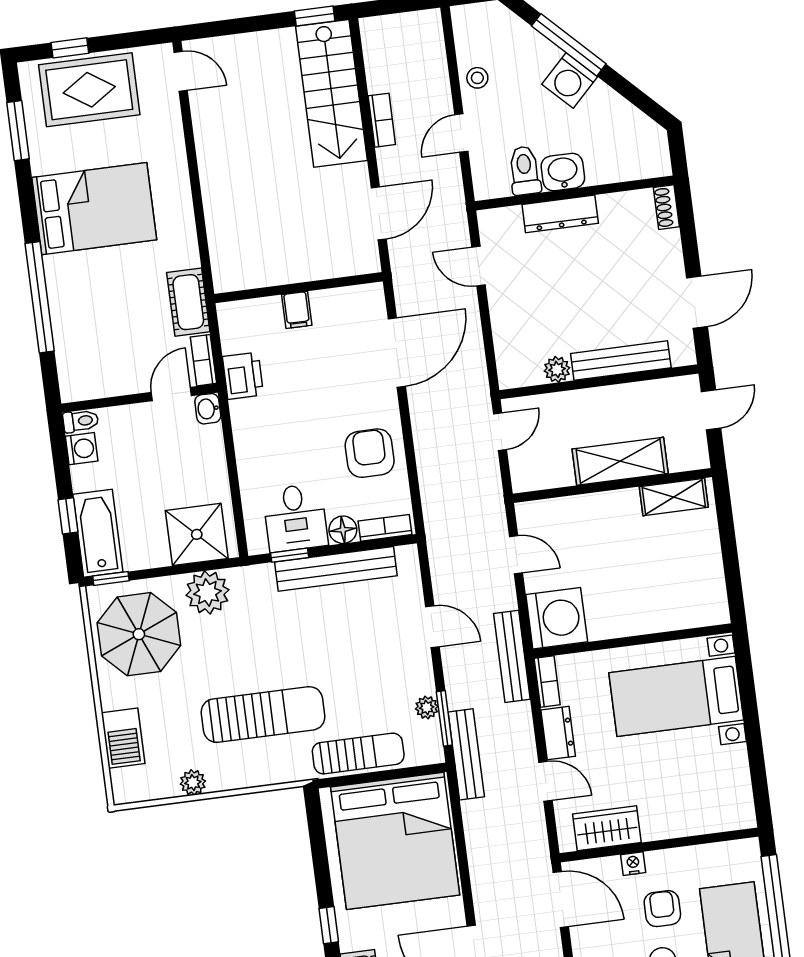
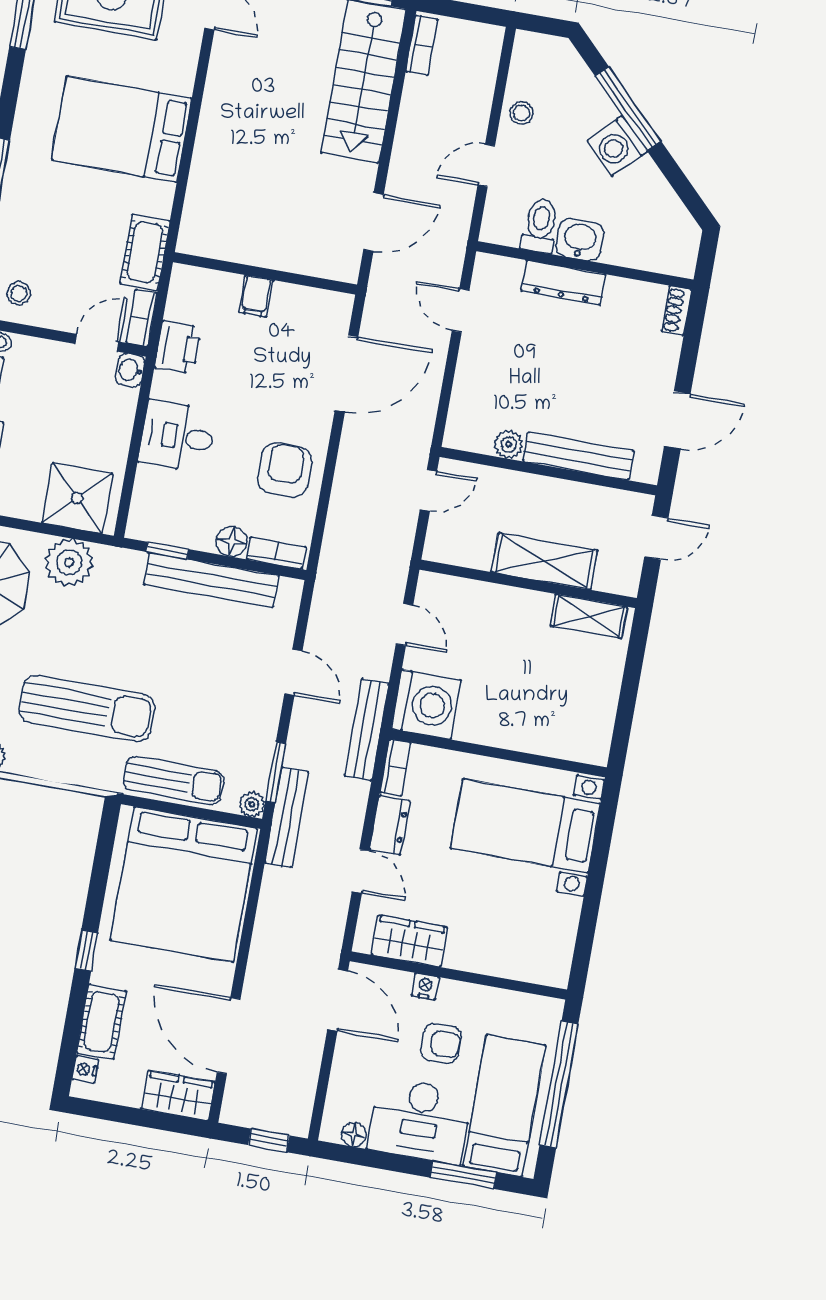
bookcase: (382, 120) -> (422, 46), moved
bed: (94, 209) -> (122, 129), moved, turned 180
stool: (90, 372) -> (19, 293), added
desk: (295, 518) -> (177, 436), moved, turned 90
plant: (427, 708) -> (252, 804), moved
armchair: (662, 909) -> (441, 1043), turned 90

